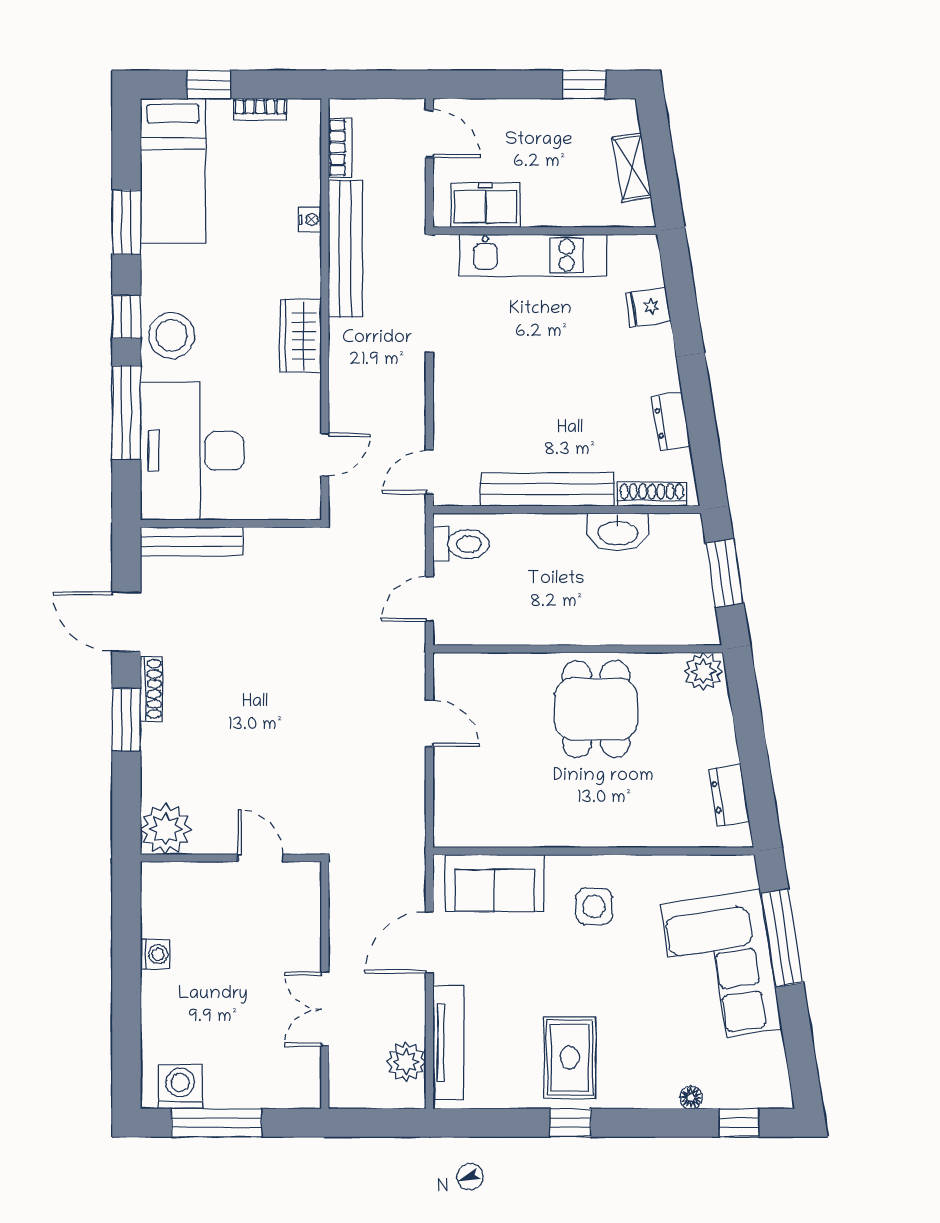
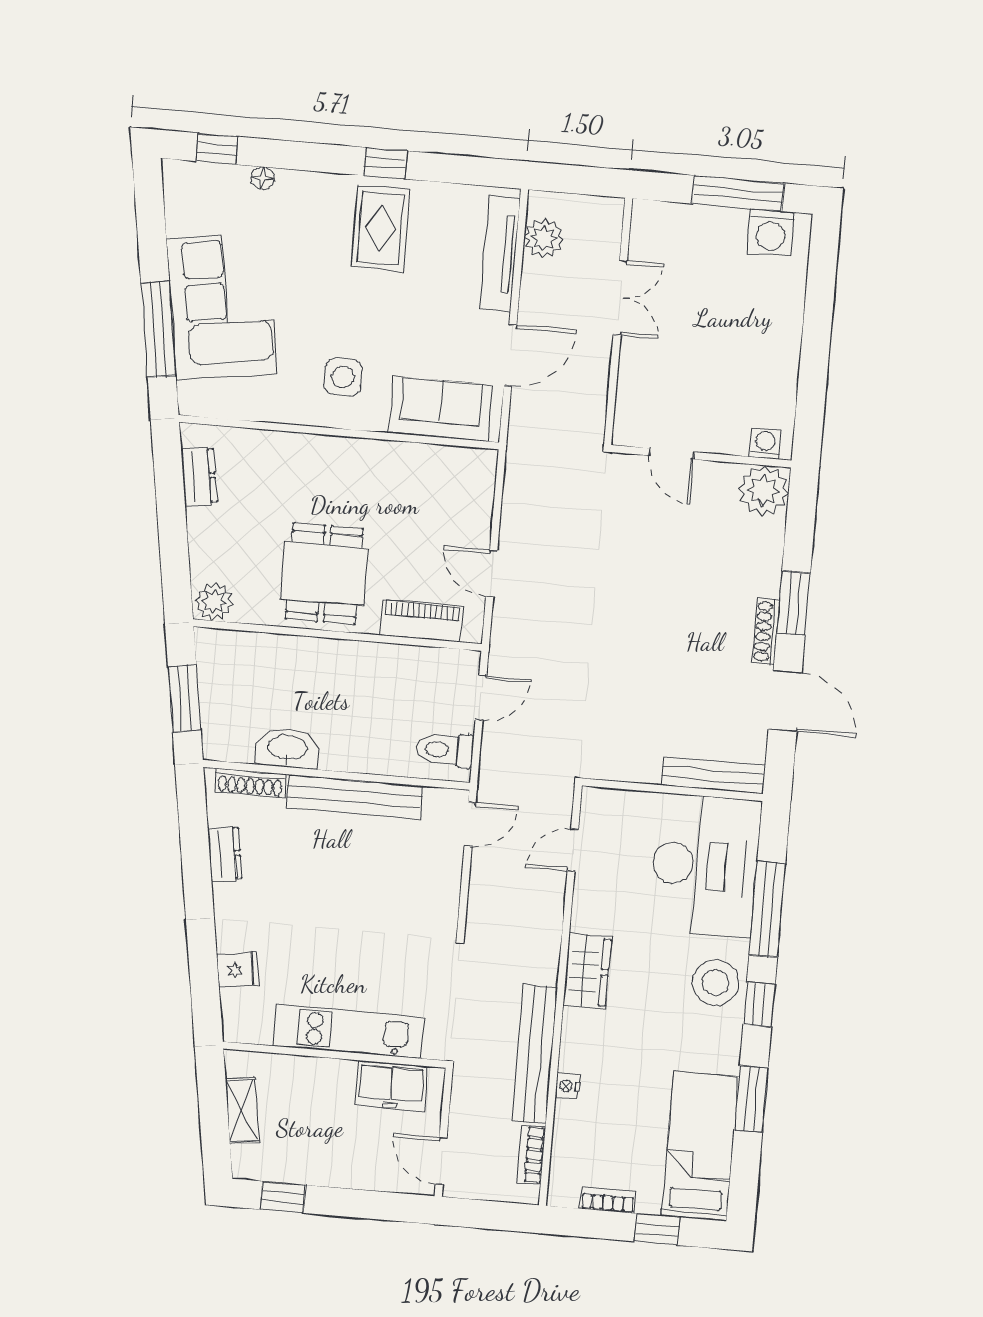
piano: (495, 670) -> (421, 621), added
washing machine: (155, 954) -> (765, 443), moved, turned 90

